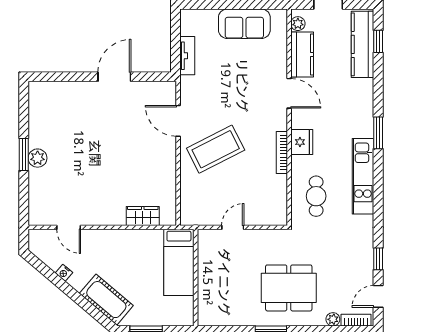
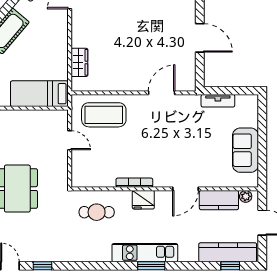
coffee table: (216, 149) -> (104, 115), moved, turned -63
kitchen unit: (363, 176) -> (145, 253), moved

